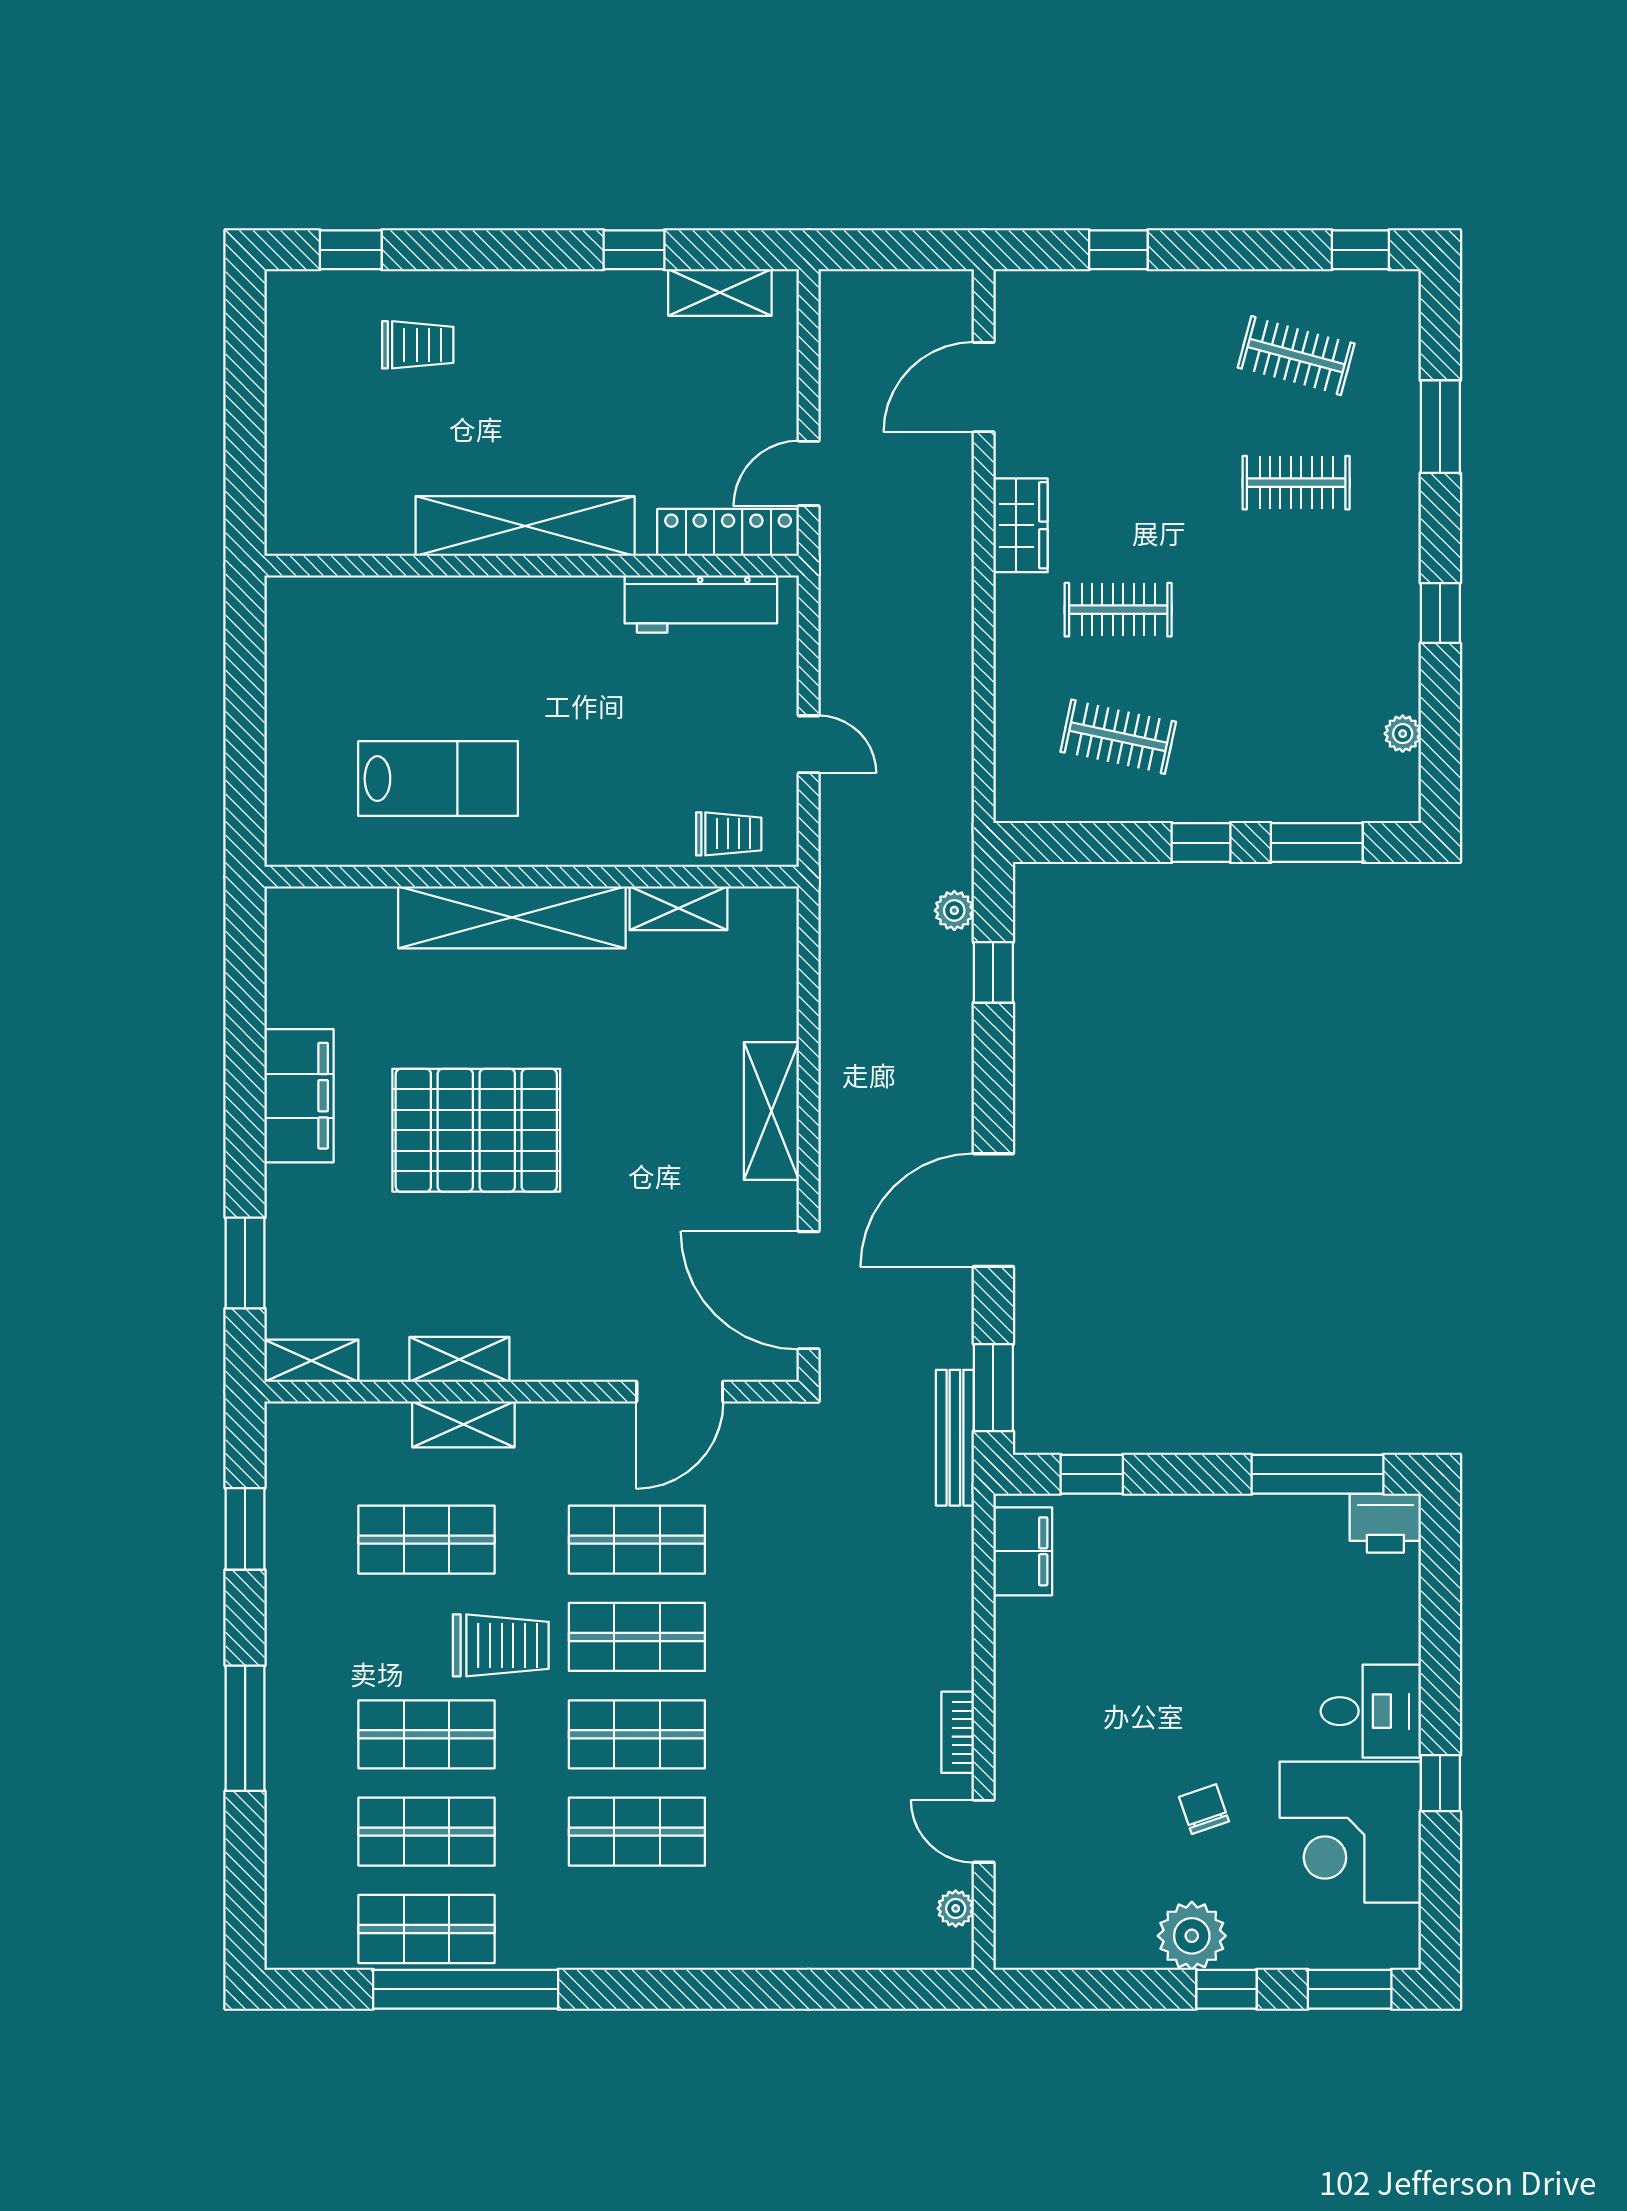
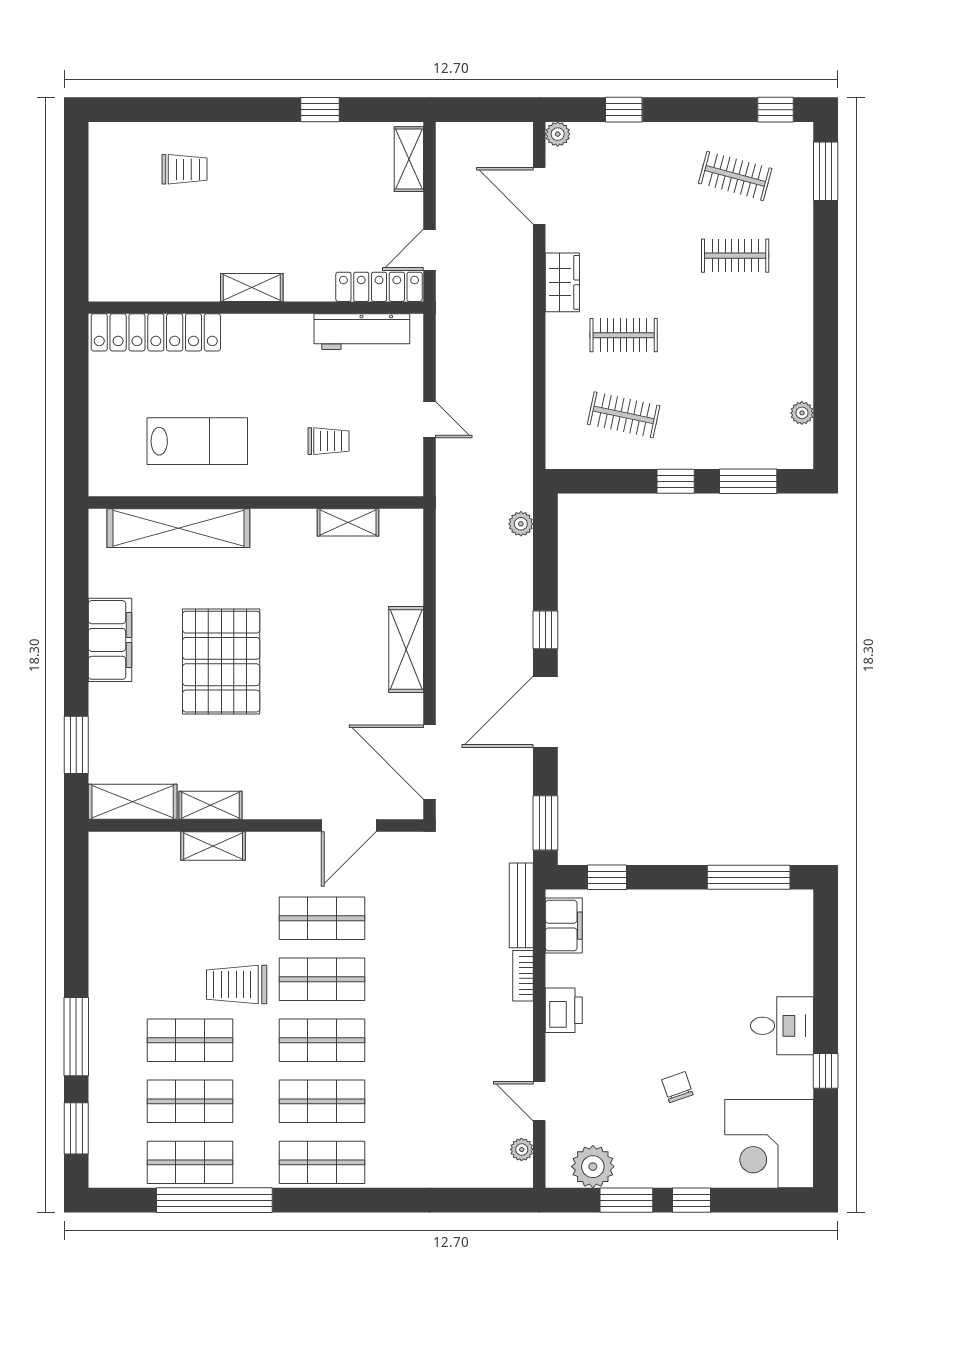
window: (351, 250) -> (142, 110), removed
plant: (1013, 289) -> (558, 134), added
shelving: (720, 292) -> (409, 159), moved, turned 90
door: (984, 387) -> (539, 196), hinge flipped
window: (1440, 427) -> (826, 171), moved
shelving: (525, 526) -> (252, 287), width x0.45, depth x0.75
locker: (372, 605) -> (156, 332), added
window: (1440, 613) -> (826, 337), removed
trolley: (729, 834) -> (329, 441), moved
shelving: (512, 917) -> (178, 528), moved
window: (993, 972) -> (545, 630), moved
pallet: (476, 1130) -> (221, 662), turned 90
shelving: (311, 1361) -> (133, 802), width x1.50, depth x1.33
bench: (955, 1438) -> (521, 905), moved
printer: (1385, 1523) -> (564, 1010), moved, turned -90
window: (245, 1529) -> (76, 1128), moved
shop shelf: (426, 1540) -> (322, 1162), moved
trolley: (501, 1645) -> (237, 985), turned 180
bookcase: (958, 1732) -> (523, 976), moved
corner desk: (1350, 1832) -> (769, 1144), moved
plant: (1192, 1936) -> (593, 1167), moved
window: (1350, 1989) -> (626, 1200), moved

